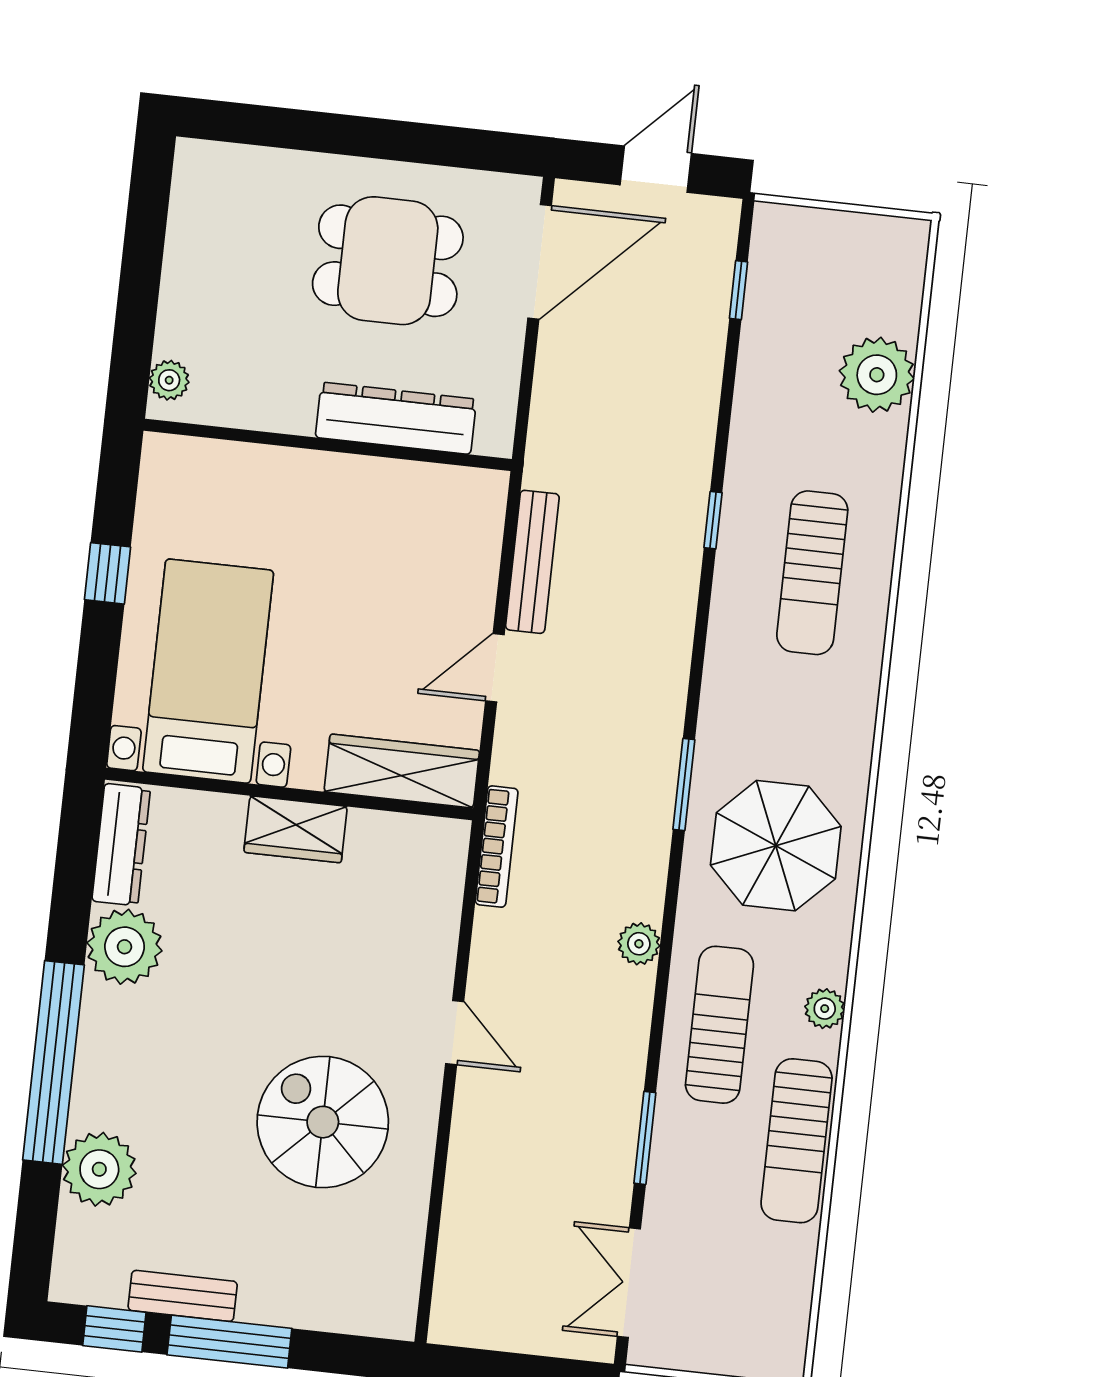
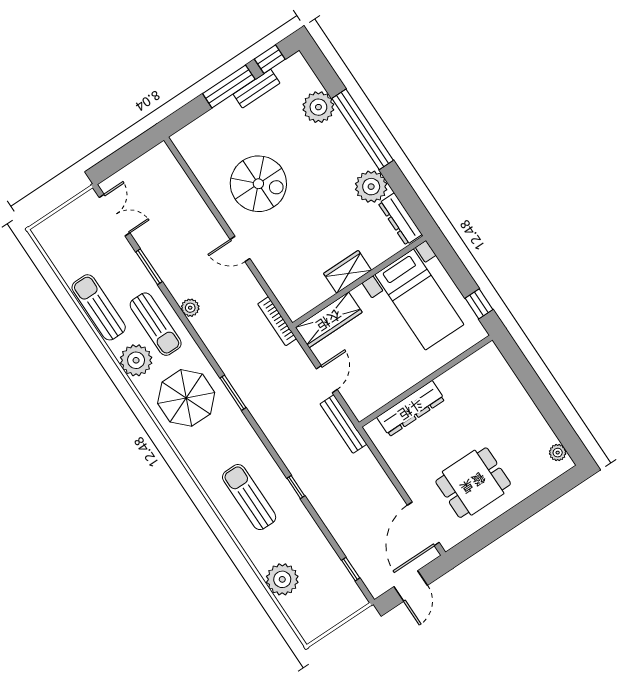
plant: (169, 380) -> (558, 453), moved
dresser: (396, 418) -> (411, 409), moved
wall: (328, 445) -> (426, 381), moved
plant: (639, 944) -> (190, 308), moved
plant: (825, 1009) -> (136, 360), width x1.88, depth x1.88

